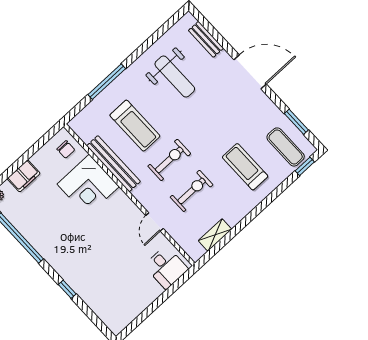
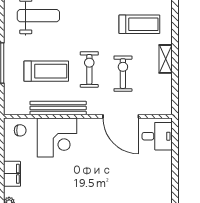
treadmill: (245, 167) -> (139, 24), turned 180
door: (155, 222) -> (121, 116), width x1.88
shelving: (215, 235) -> (166, 59), moved

